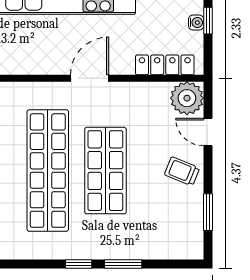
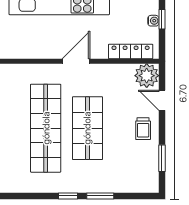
trolley: (182, 171) -> (143, 129), turned -112

